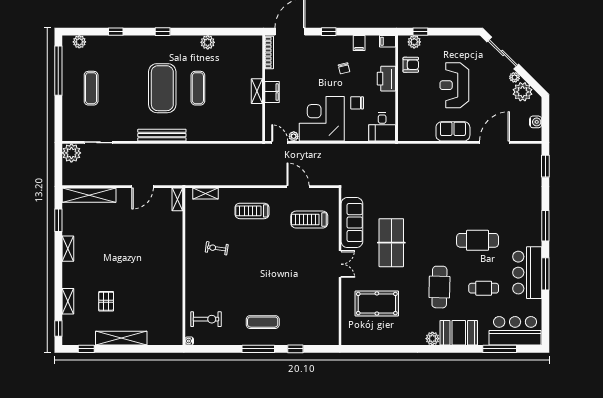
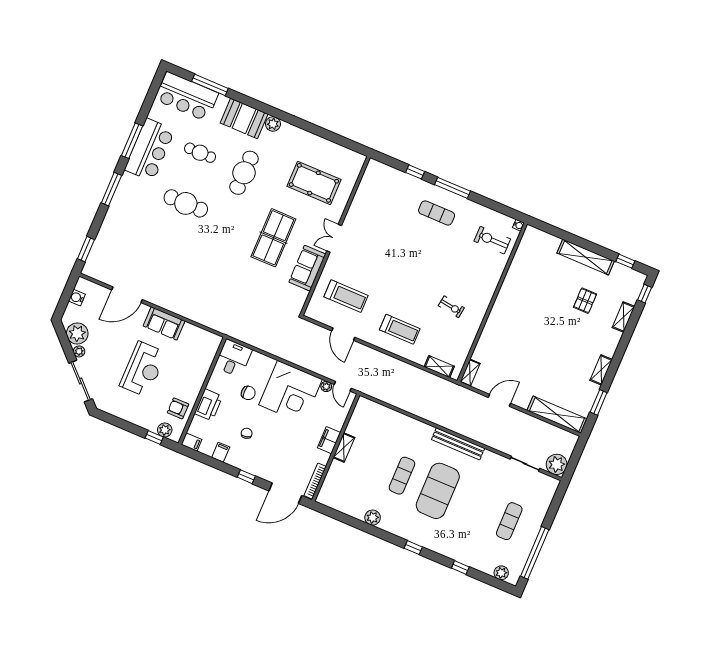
sofa: (352, 223) -> (307, 268), width x0.73

